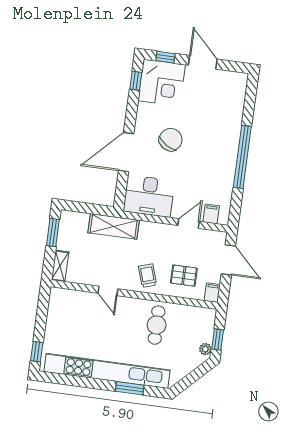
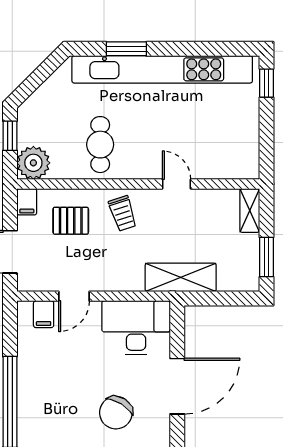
plant: (205, 349) -> (33, 163), moved, width x1.87, depth x1.87

